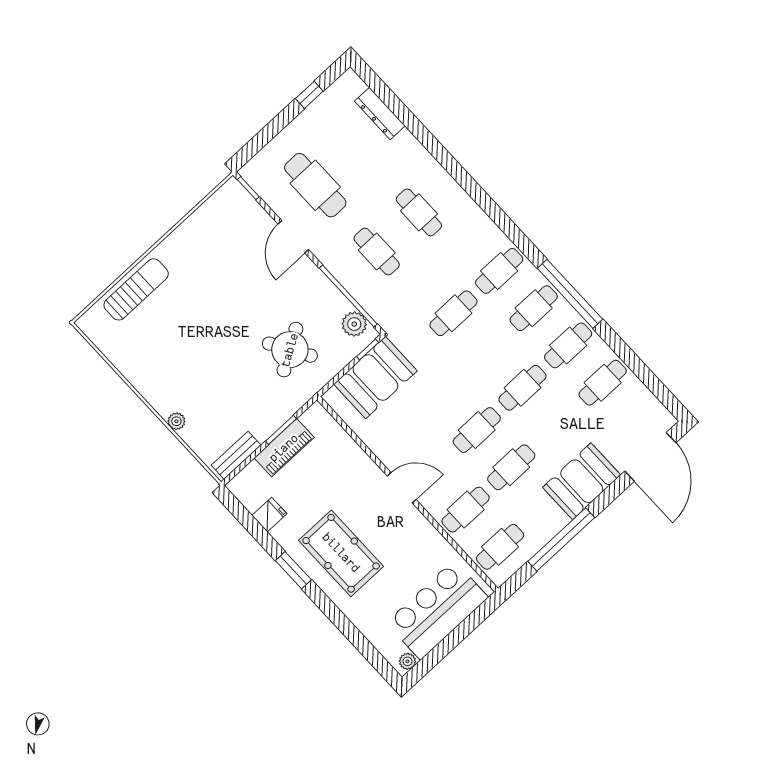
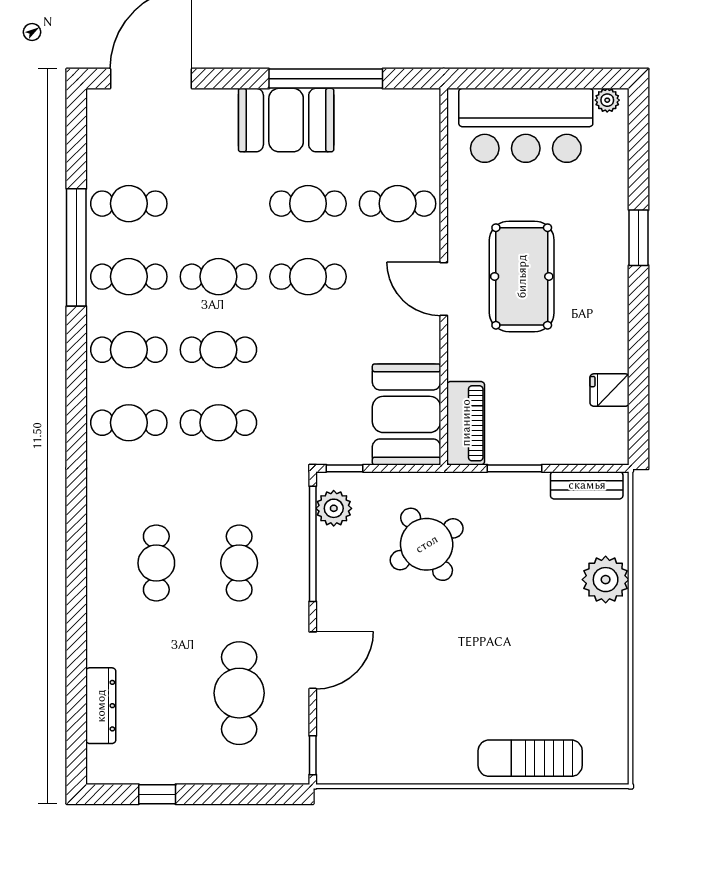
window: (570, 294) -> (76, 247), moved
booth: (375, 378) -> (406, 414), moved, turned 90
plant: (176, 421) -> (606, 580), width x1.87, depth x1.87
piano: (284, 448) -> (466, 423), moved, turned 90
booth: (582, 481) -> (286, 120), moved
cafe table: (500, 547) -> (218, 350), moved
pool table: (341, 553) -> (522, 276), moved
window: (293, 570) -> (639, 238), moved

